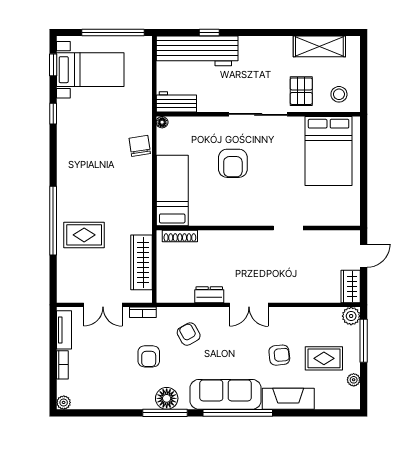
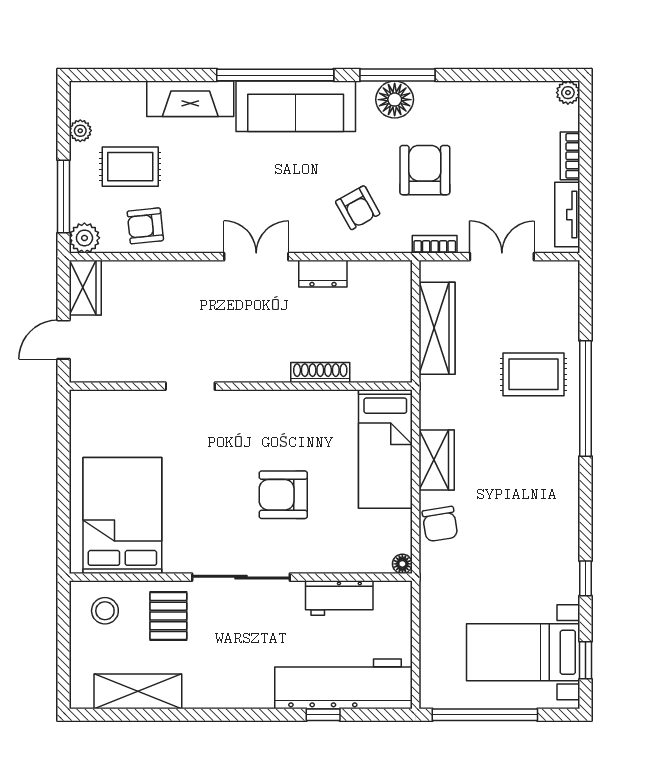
workbench: (176, 102) -> (339, 598), moved
armchair: (233, 163) -> (283, 495), turned -90
wardrobe: (142, 184) -> (437, 460), added
shoe rack: (180, 236) -> (320, 373), moved
armchair: (279, 355) -> (145, 226), moved
armchair: (149, 356) -> (425, 170), width x1.38, depth x1.38

